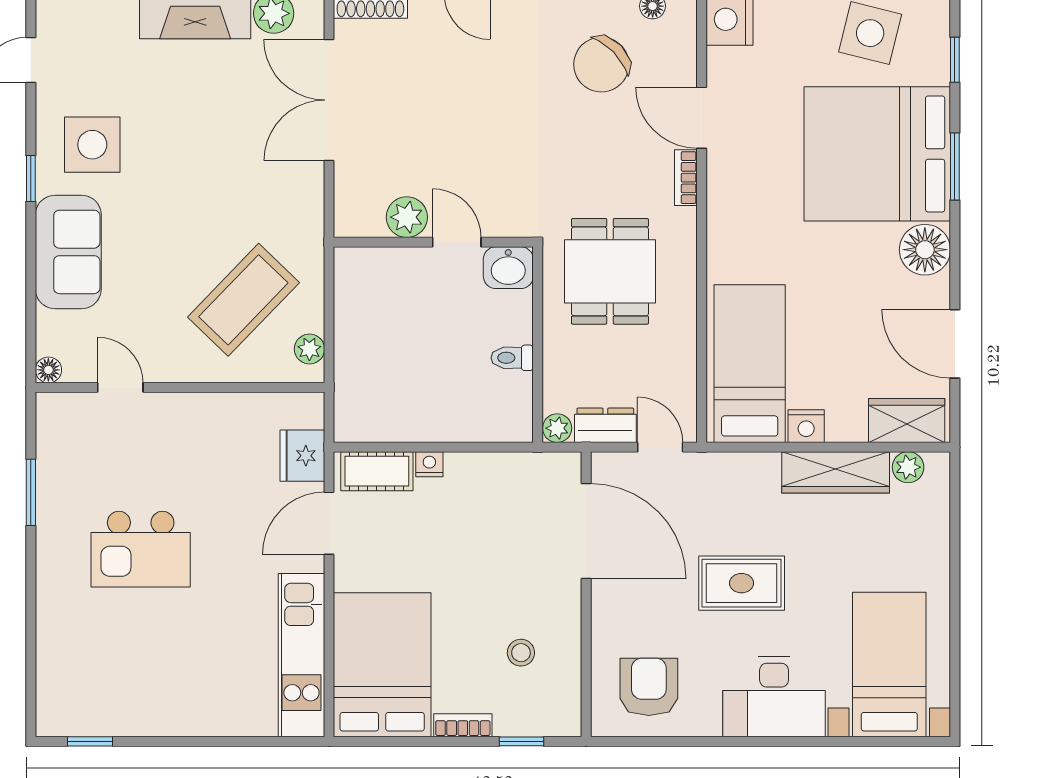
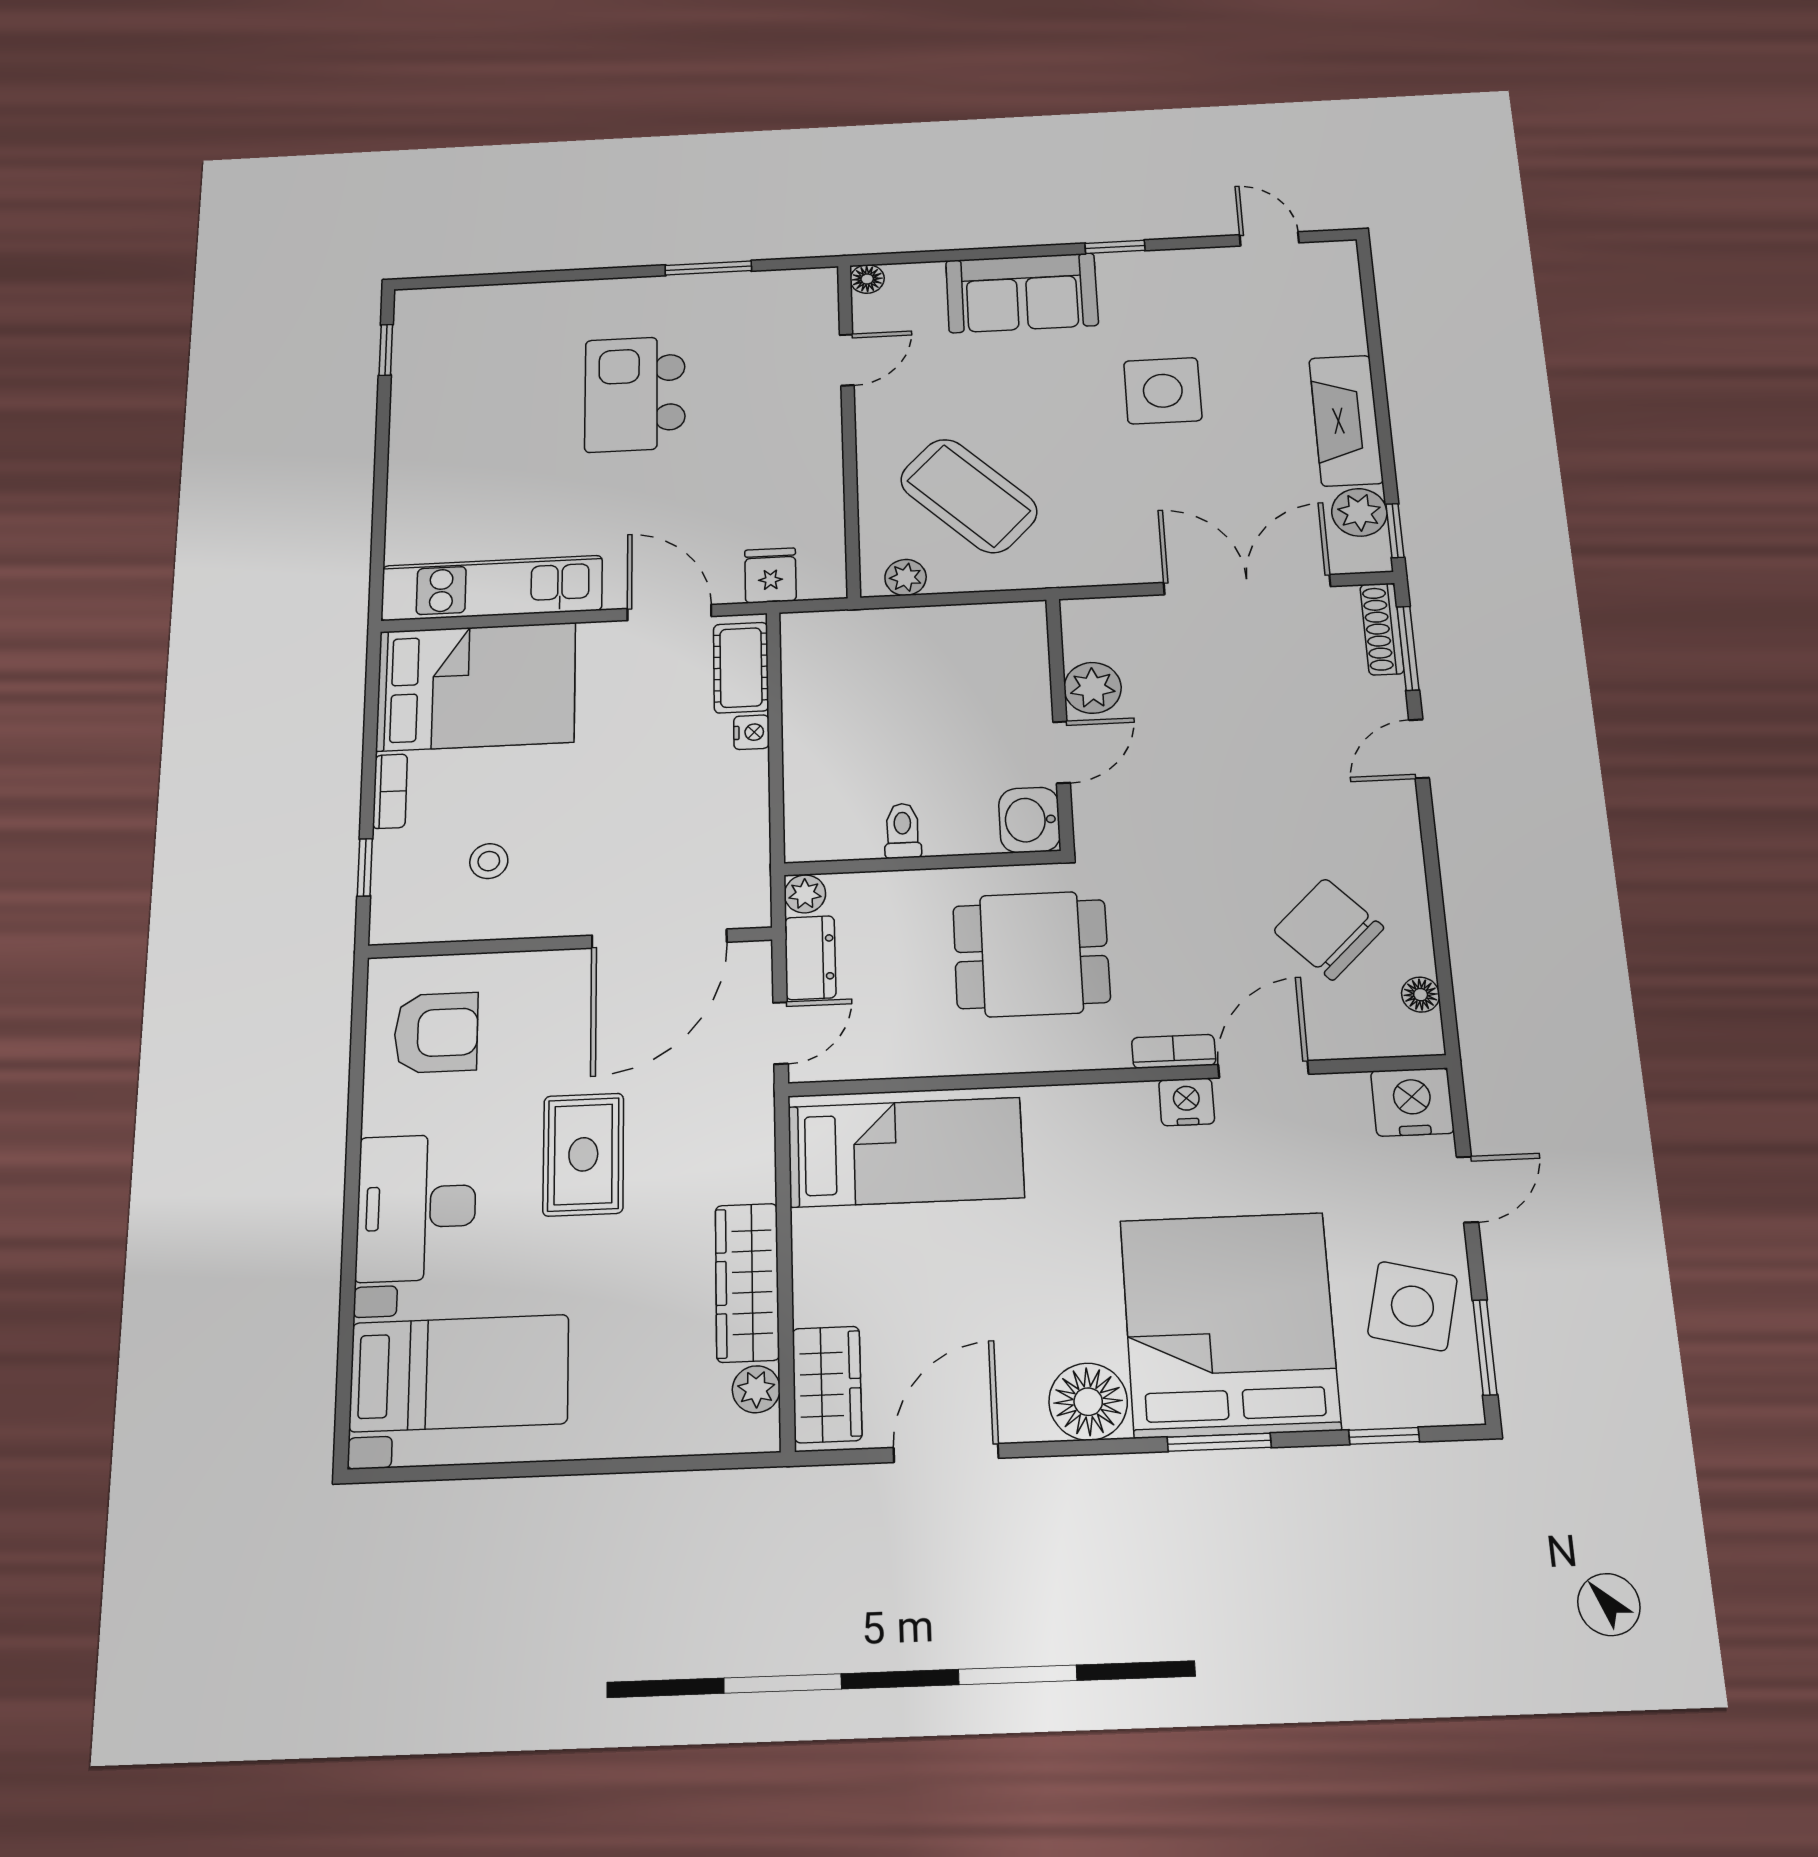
side table: (92, 145) -> (1163, 391), moved
nightstand: (806, 426) -> (1187, 1102), moved, turned 90
fridge: (302, 456) -> (770, 575), width x0.72

